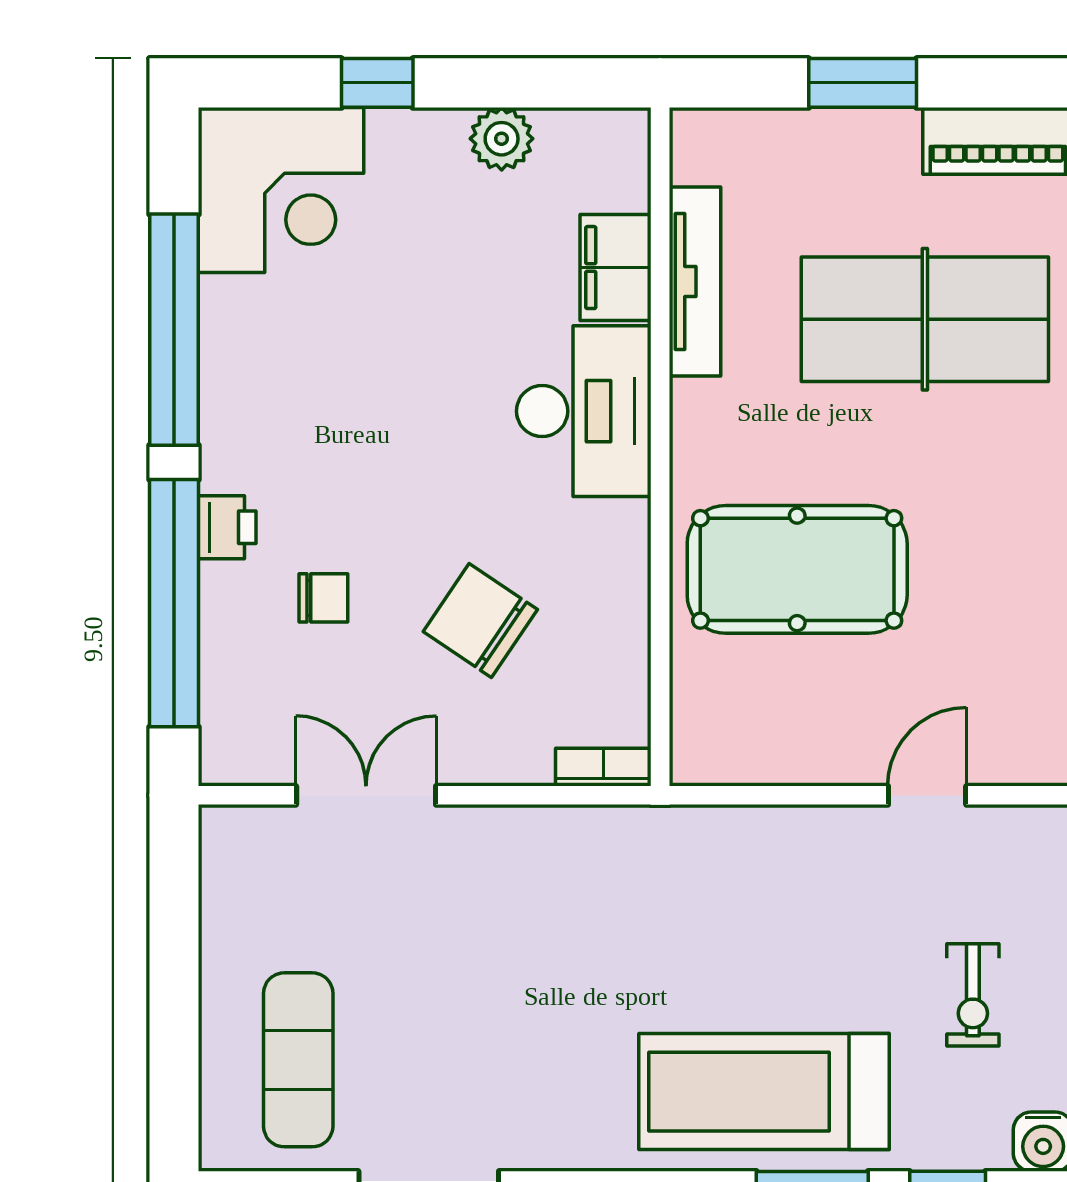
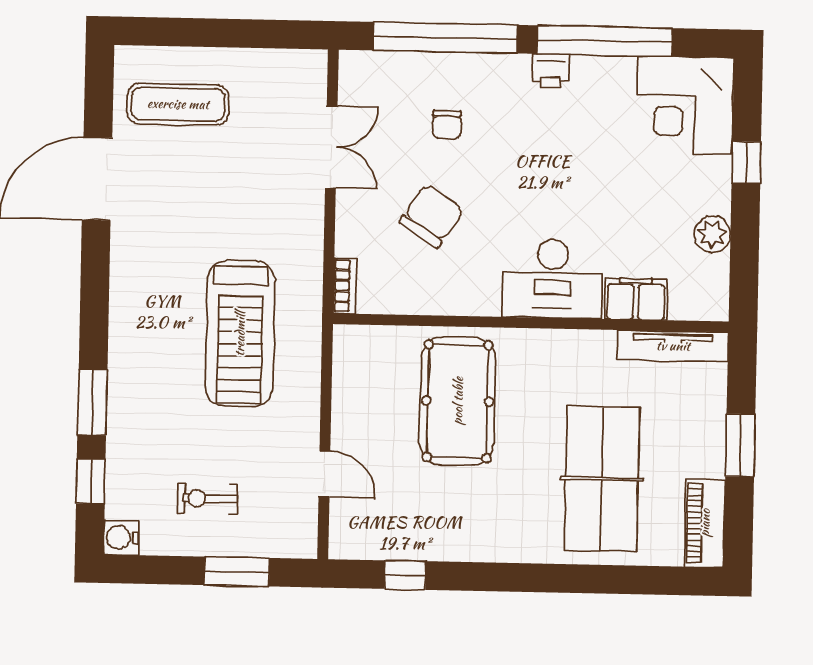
tv unit: (695, 282) -> (673, 346), moved
printer: (227, 527) -> (551, 71), moved
treadmill: (764, 1092) -> (240, 334), moved, turned 180

